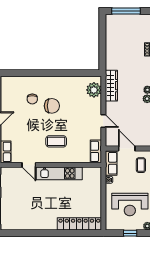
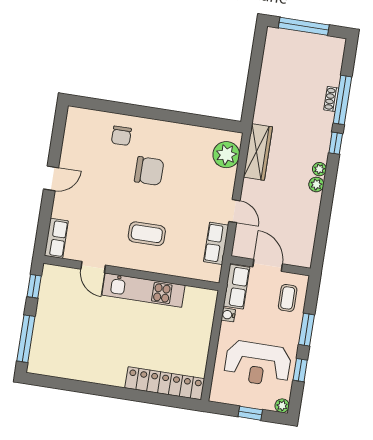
chair: (32, 99) -> (121, 136), moved
row of seats: (96, 151) -> (216, 243), moved

